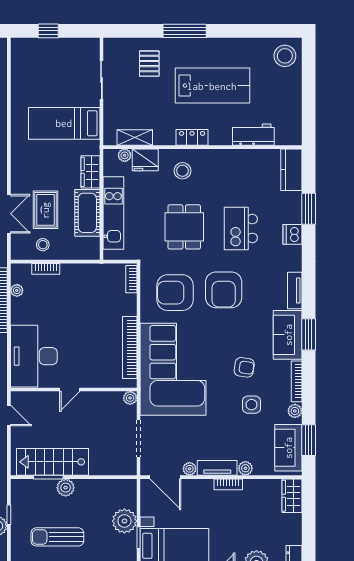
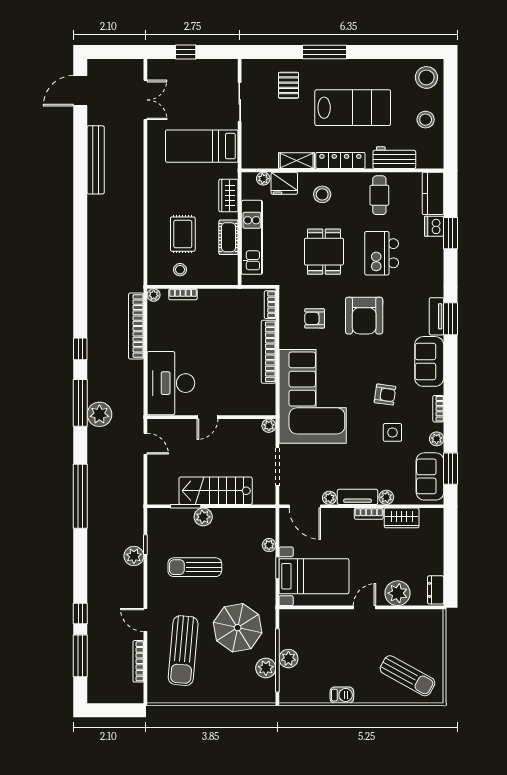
stool: (284, 97) -> (426, 120), added
locker: (192, 137) -> (340, 160), width x1.53
shelving: (135, 138) -> (297, 161), moved
cafe table: (239, 172) -> (379, 195), added
cot: (87, 213) -> (228, 237), width x0.73, depth x0.75
double door: (9, 214) -> (145, 100), moved
dishwasher: (292, 234) -> (434, 226), moved
plant: (17, 290) -> (154, 295), moved
armchair: (175, 293) -> (315, 318), width x0.53, depth x0.53
window: (309, 334) -> (451, 319), moved
bookcase: (130, 347) -> (269, 352), moved
bookcase: (297, 381) -> (438, 409), width x0.64
stairs: (52, 462) -> (216, 491), moved
wardrobe: (292, 496) -> (402, 518), moved, turned -90
plant: (124, 521) -> (269, 545), width x0.53, depth x0.53

